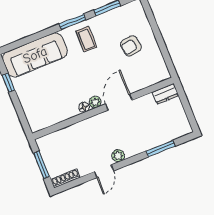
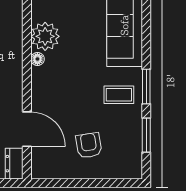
plant: (95, 102) -> (45, 36), moved, width x1.87, depth x1.87
door: (119, 102) -> (27, 129), moved

